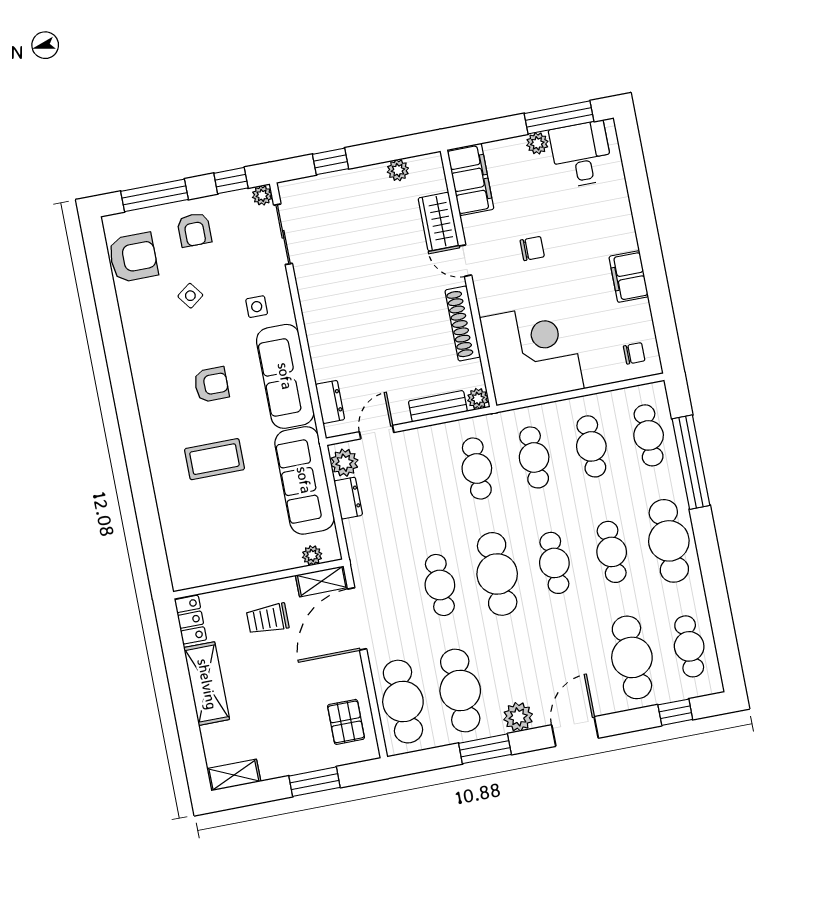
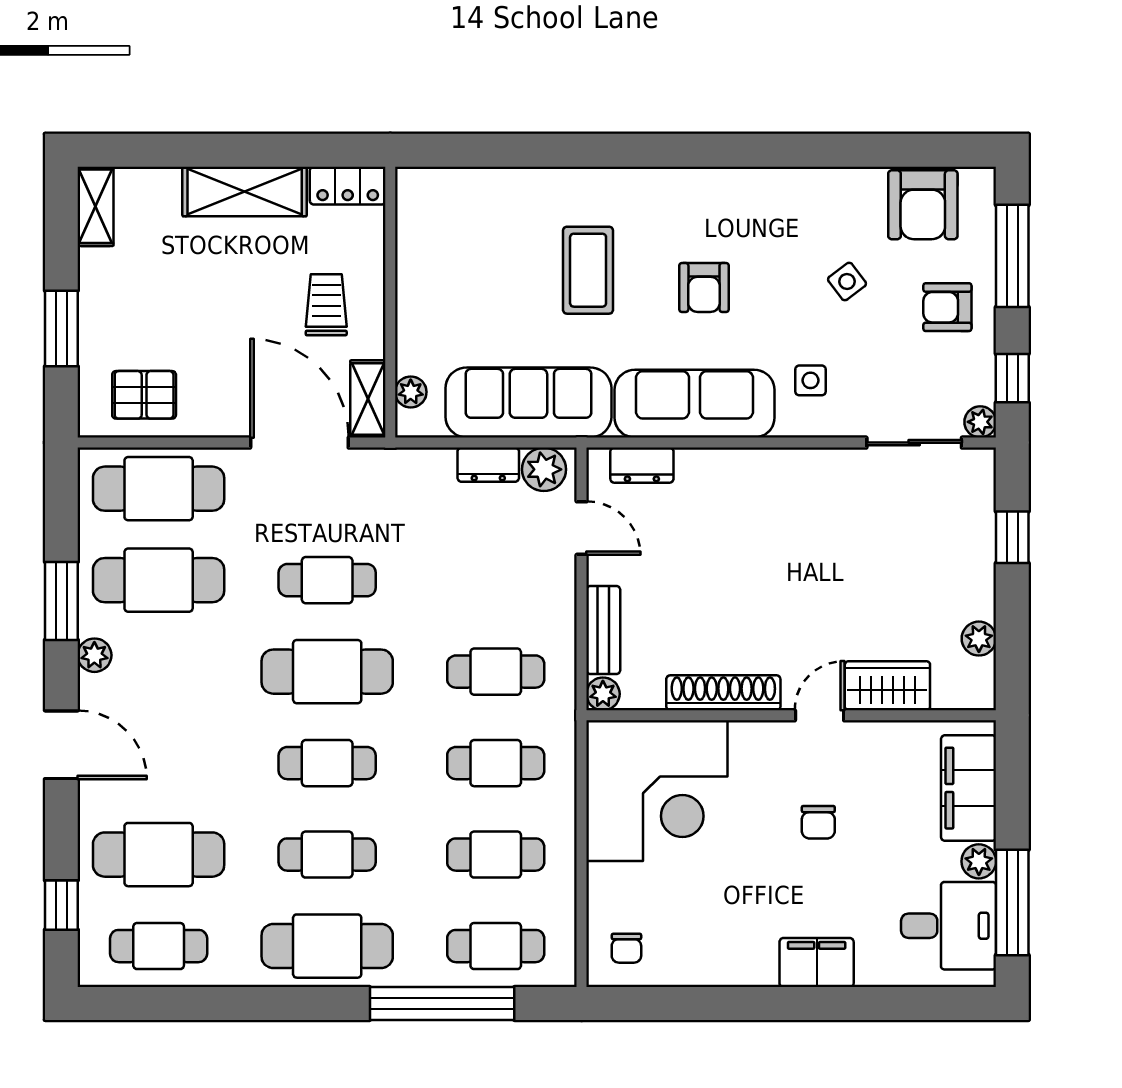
filing cabinet: (470, 179) -> (969, 788), moved, turned 90
filing cabinet: (629, 277) -> (817, 963), moved
plant: (518, 717) -> (94, 655), width x0.73, depth x0.73

